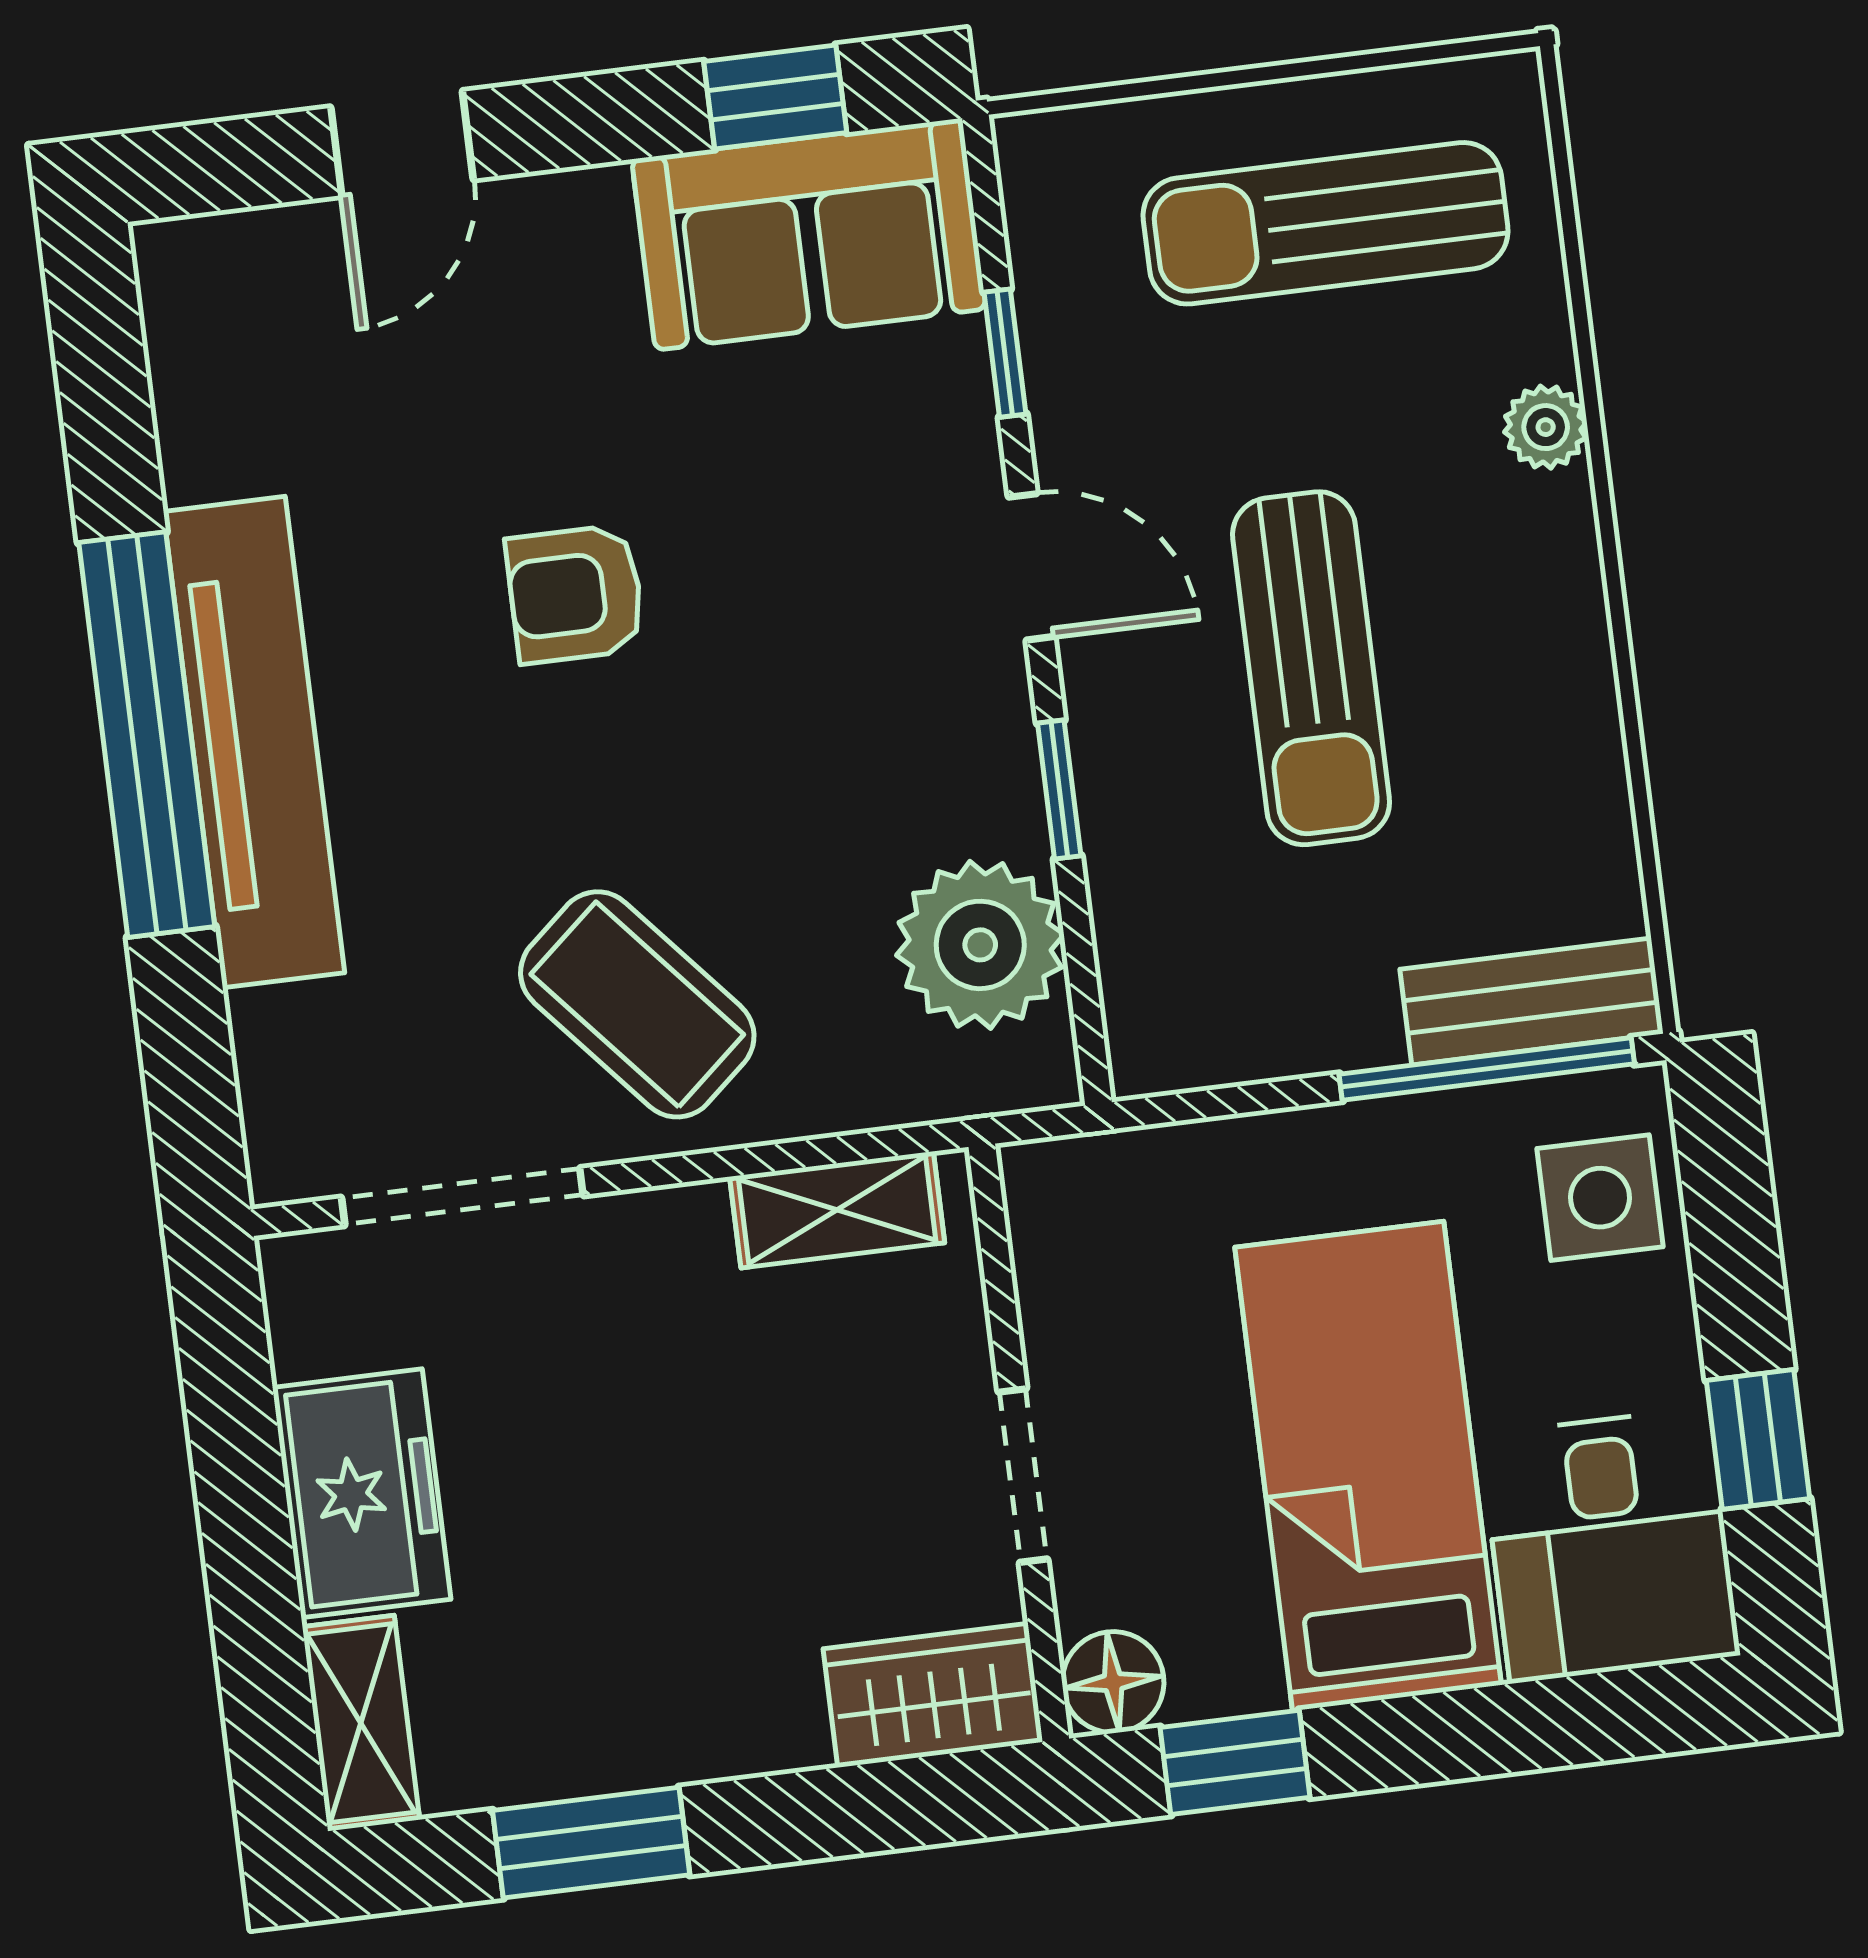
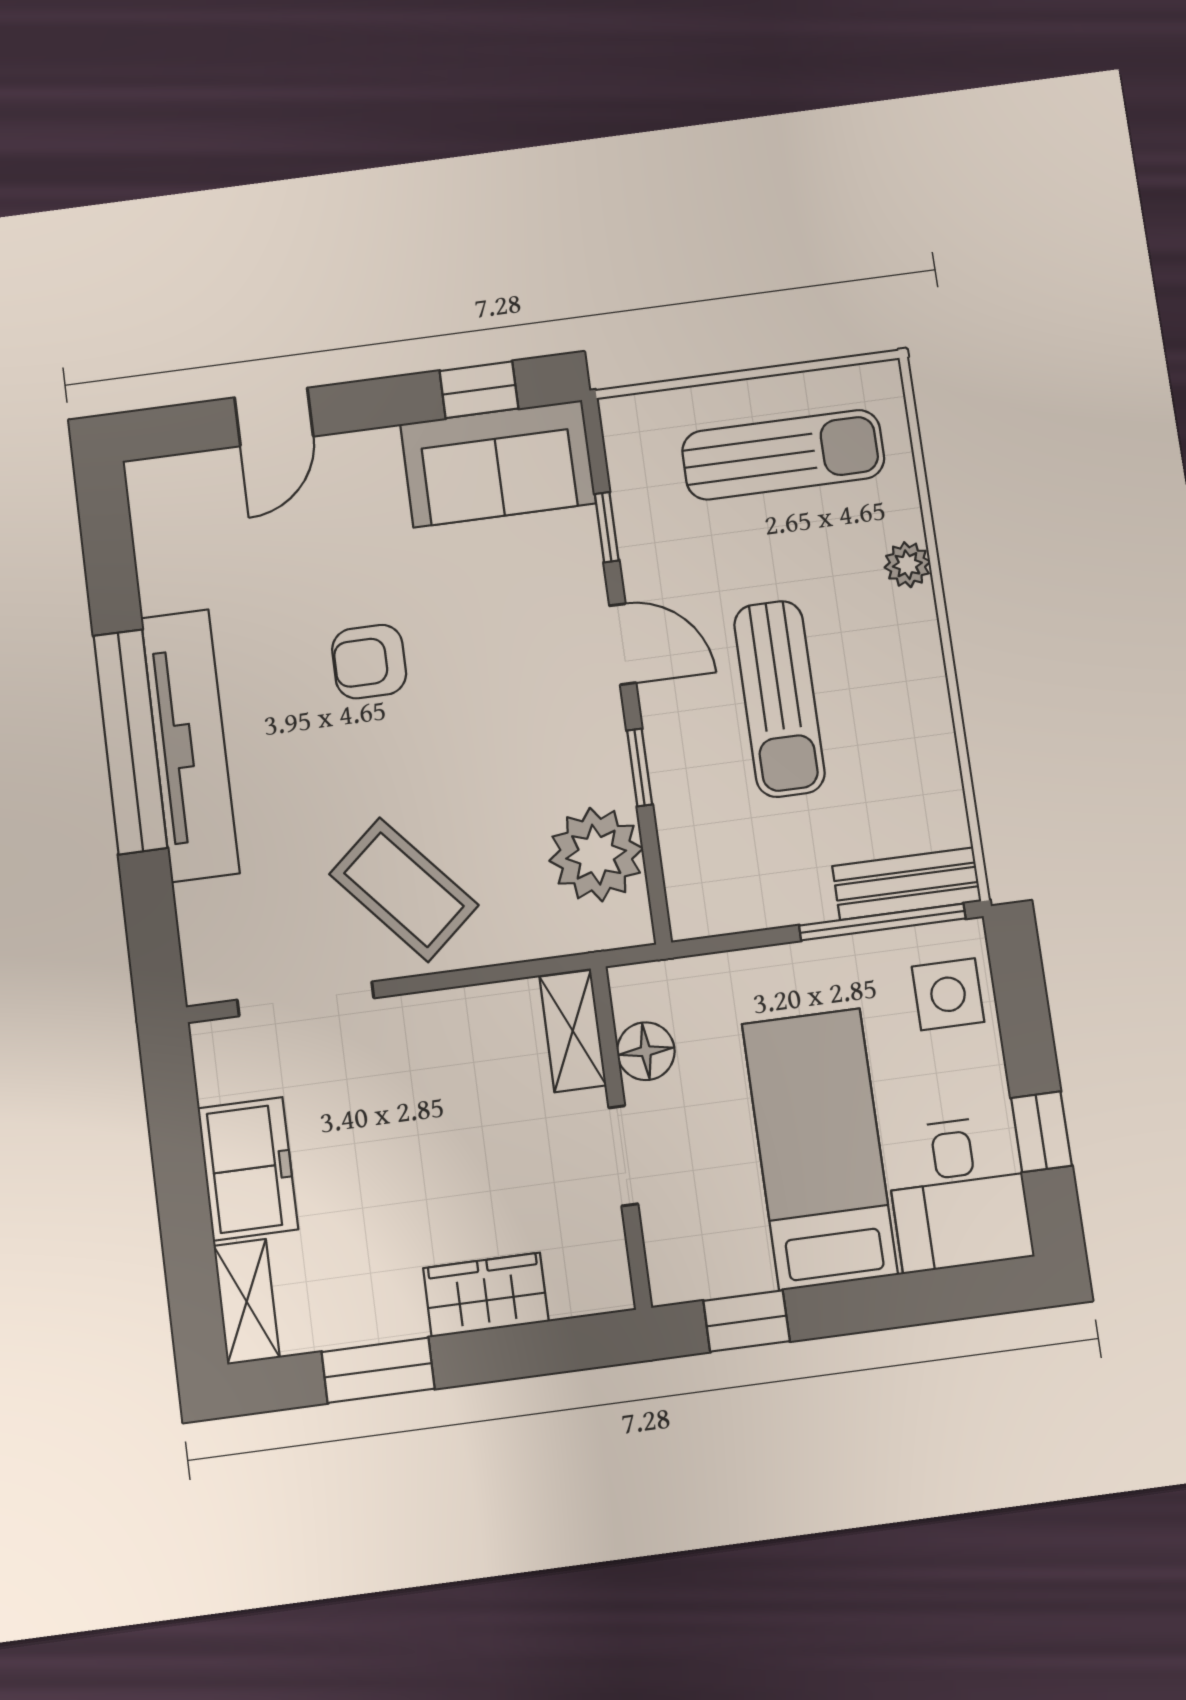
sun lounger: (1326, 223) -> (783, 455), turned 180
shelving: (837, 1210) -> (573, 1031), moved, turned 90
floor lamp: (1113, 1682) -> (646, 1051), moved
wardrobe: (933, 1695) -> (486, 1295), moved

